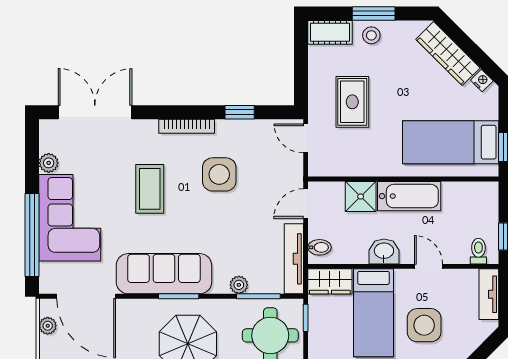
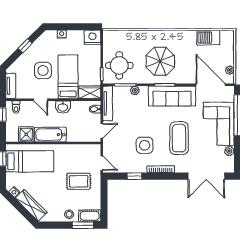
window: (374, 13) -> (83, 225), moved
rug: (352, 102) -> (79, 181), turned 90
coffee table: (150, 189) -> (179, 138), width x1.36, depth x1.32
shower: (361, 196) -> (26, 134), moved

